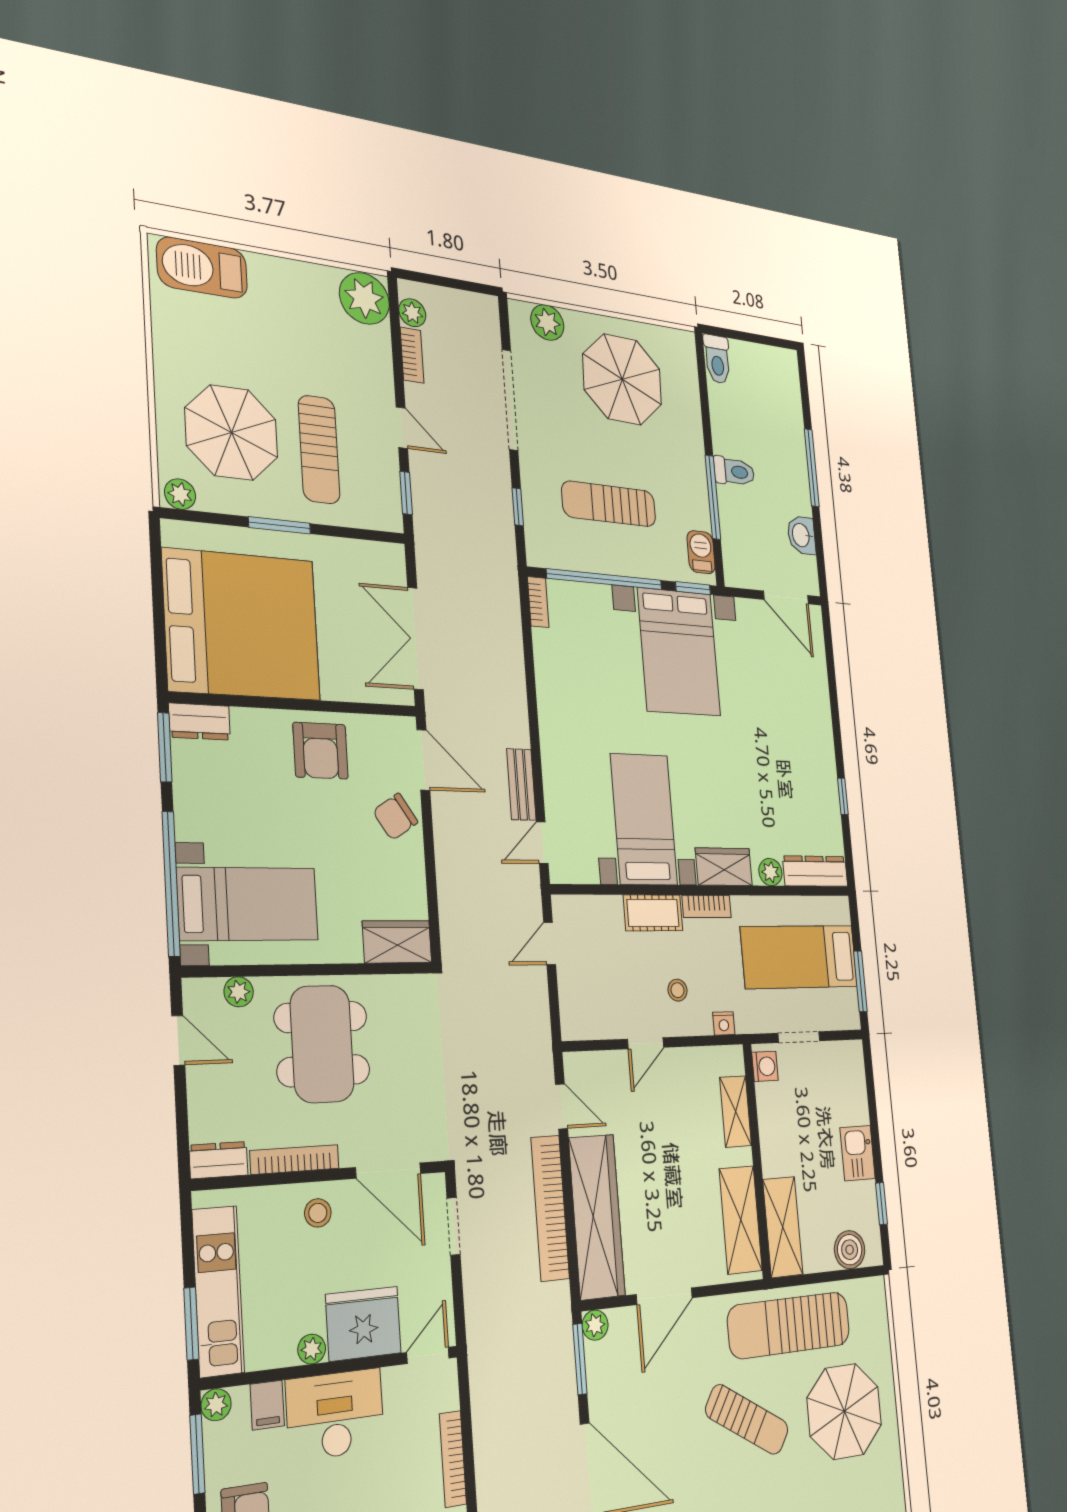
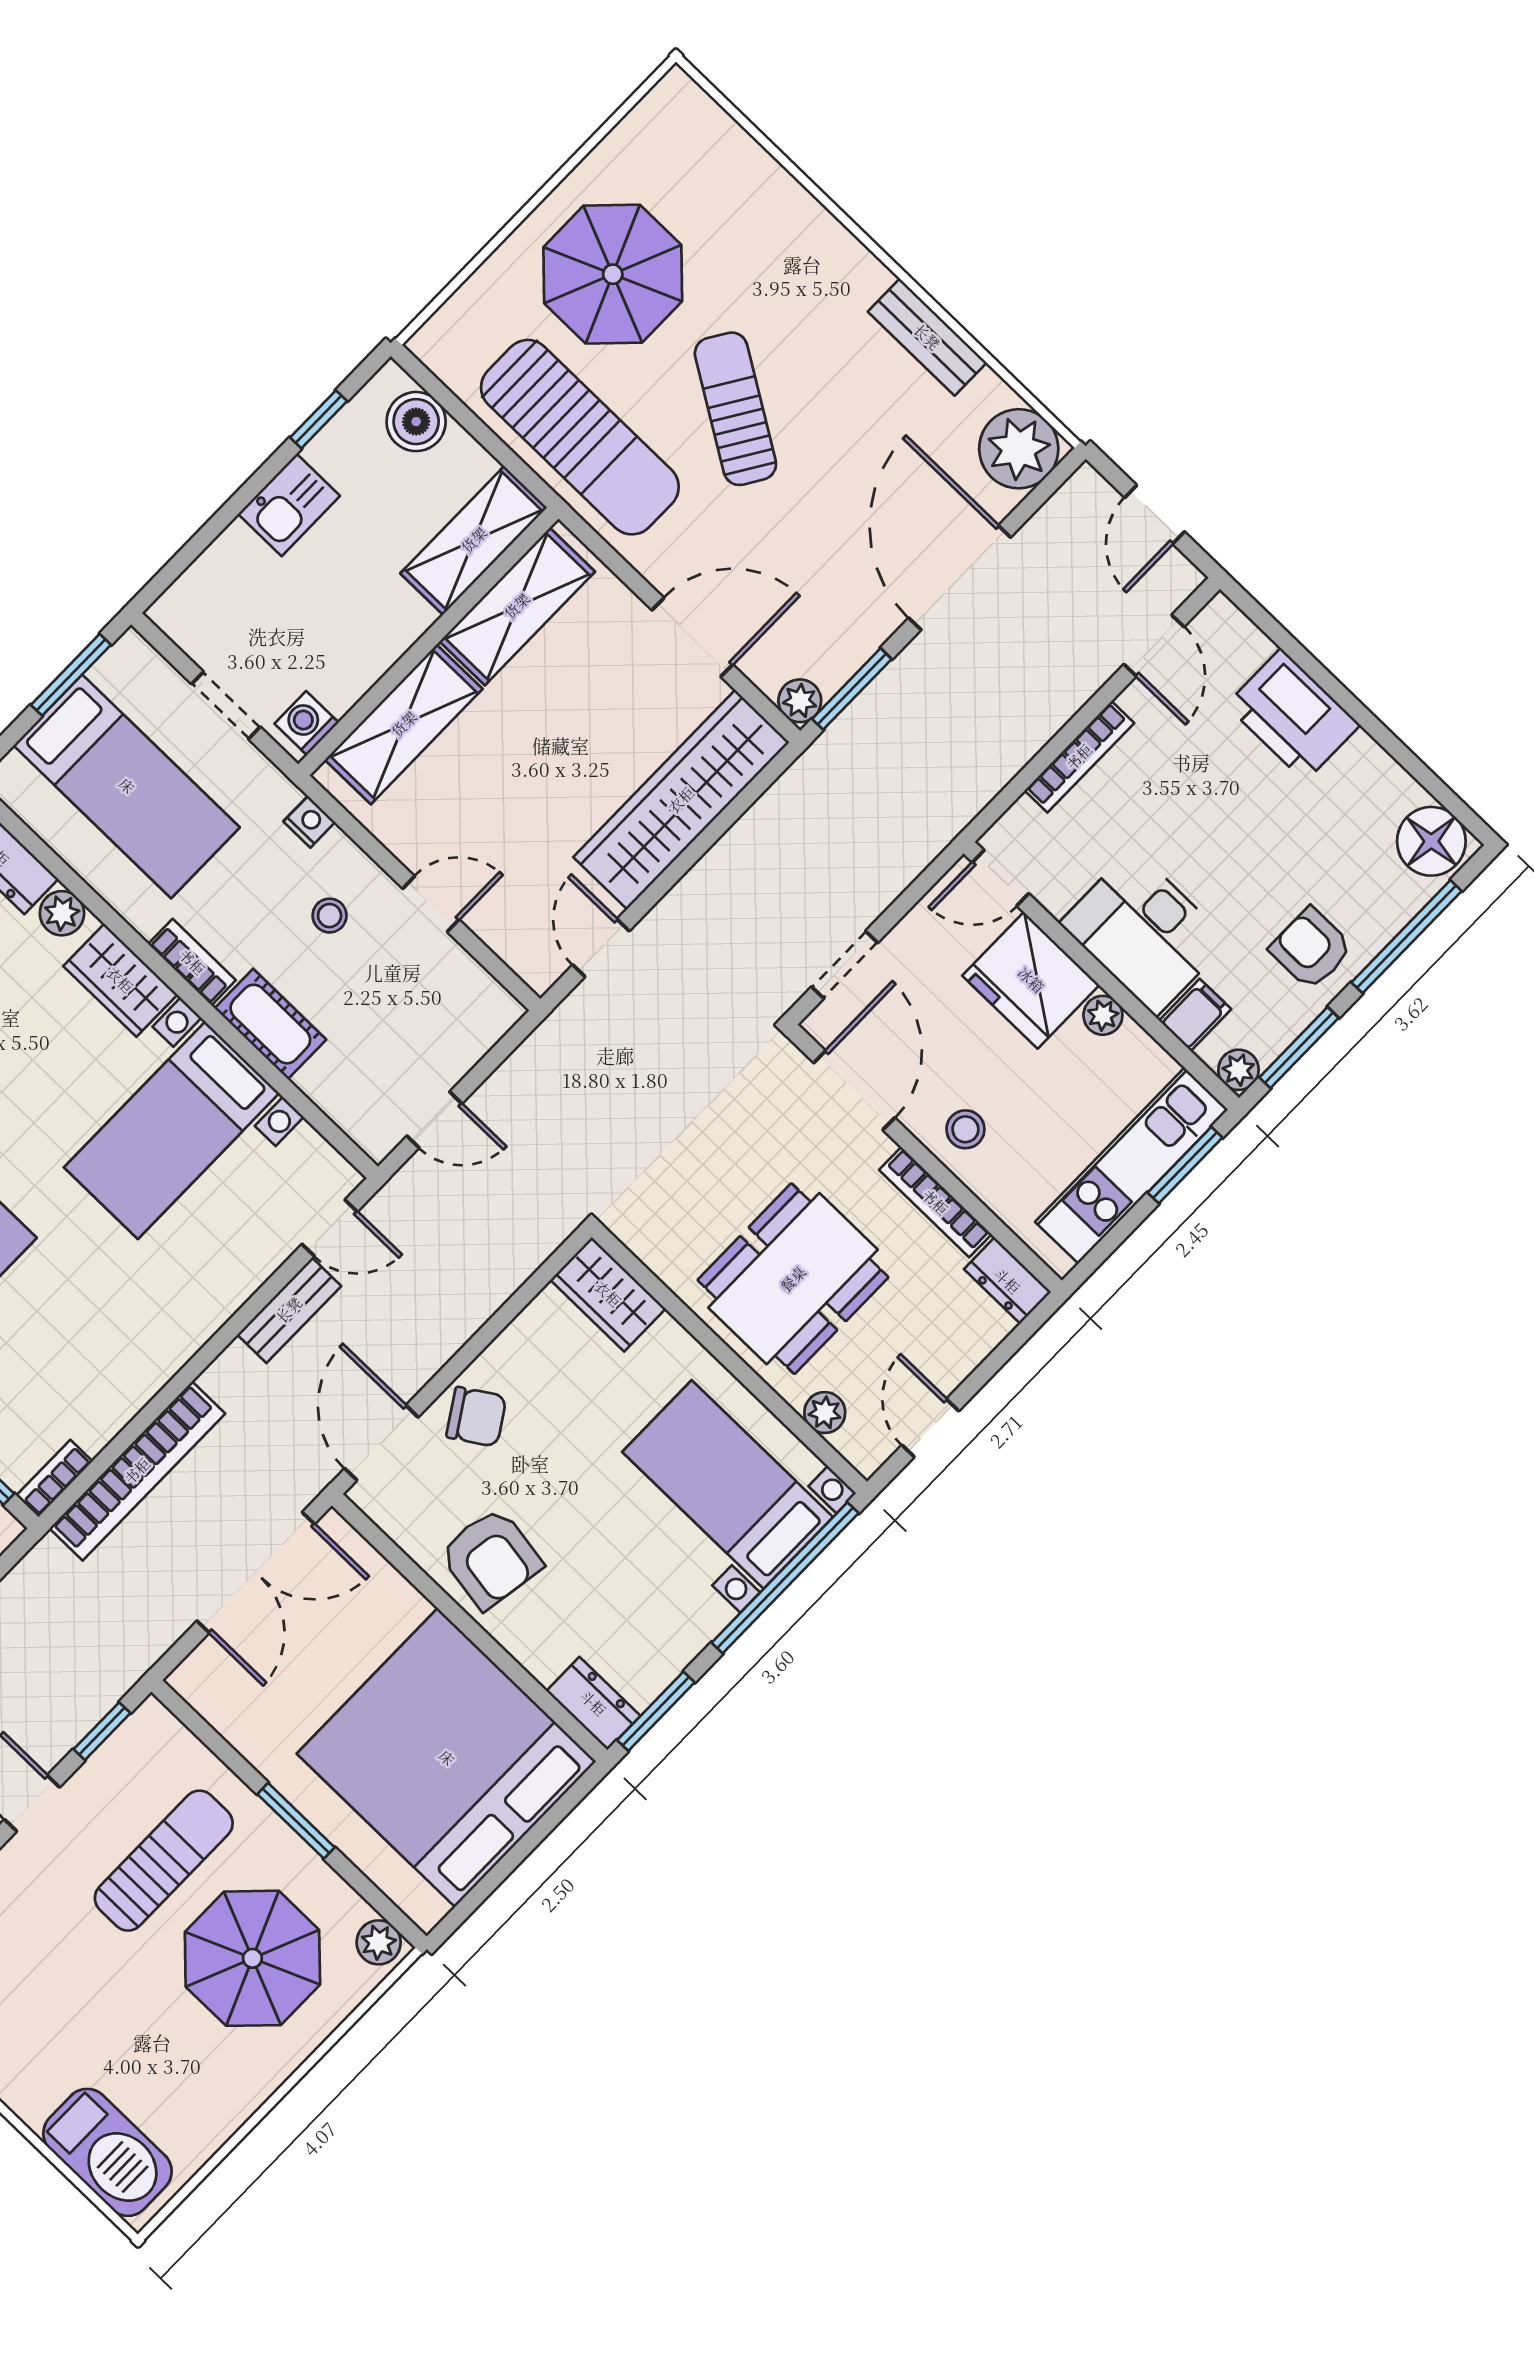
armchair: (321, 751) -> (491, 1558), turned 99
shelving: (736, 1111) -> (404, 724), width x1.50, depth x1.33
bookcase: (550, 1208) -> (137, 1471), moved

